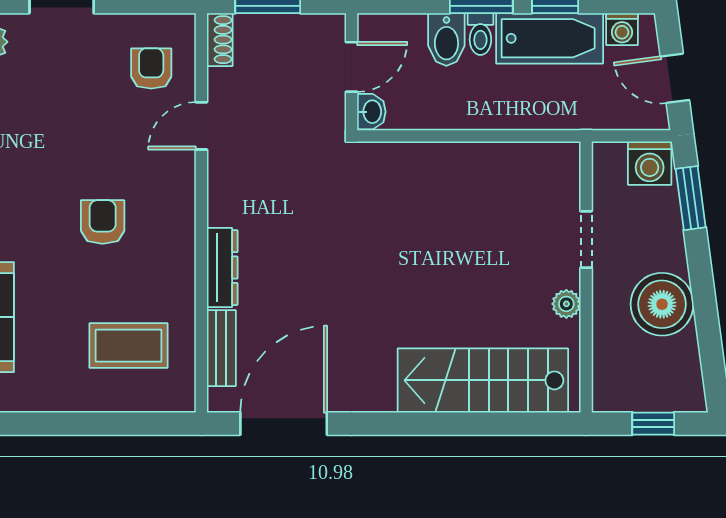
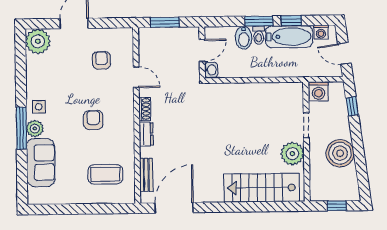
shoe rack: (220, 40) -> (145, 109), moved
armchair: (151, 69) -> (101, 60), moved
door: (201, 126) -> (136, 77), swing flipped
washing machine: (650, 163) -> (318, 91), moved
window: (691, 198) -> (352, 106), width x0.67
dresser: (222, 268) -> (146, 134), width x0.70
plant: (566, 304) -> (292, 154), width x1.87, depth x1.87

